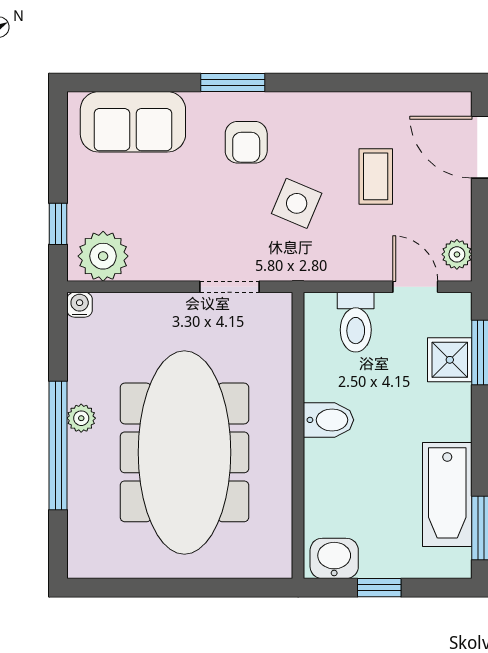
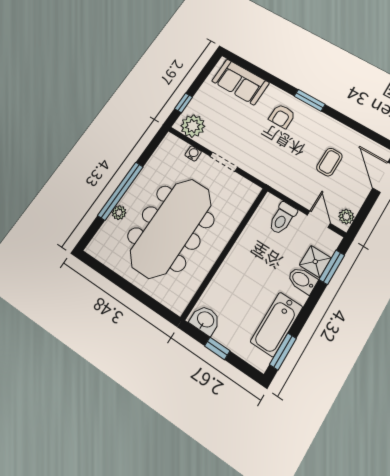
window: (233, 82) -> (310, 100), moved
side table: (297, 203) -> (288, 153), removed
doorway: (230, 287) -> (224, 162), moved
water cooler: (80, 305) -> (193, 153), moved
plant: (81, 418) -> (119, 213), moved
bidet: (329, 420) -> (302, 280), moved, turned 180

